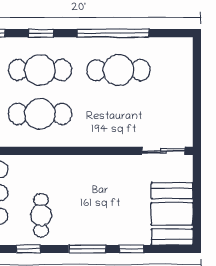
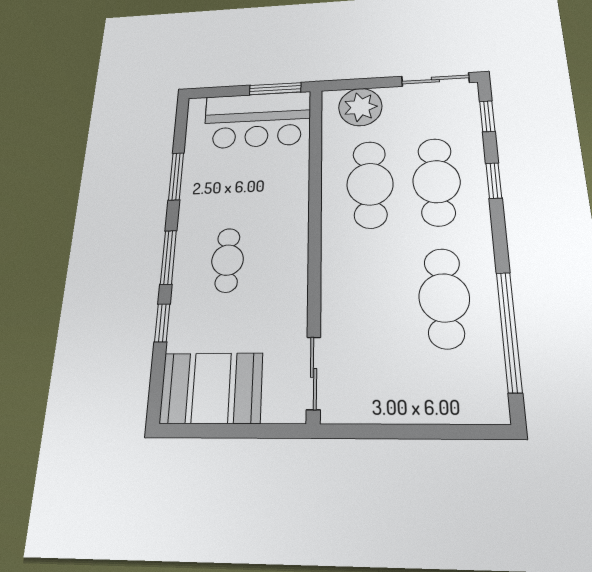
window: (113, 33) -> (509, 331), moved
cafe table: (41, 215) -> (227, 260), moved, turned 90
window: (28, 249) -> (176, 176), width x1.50

